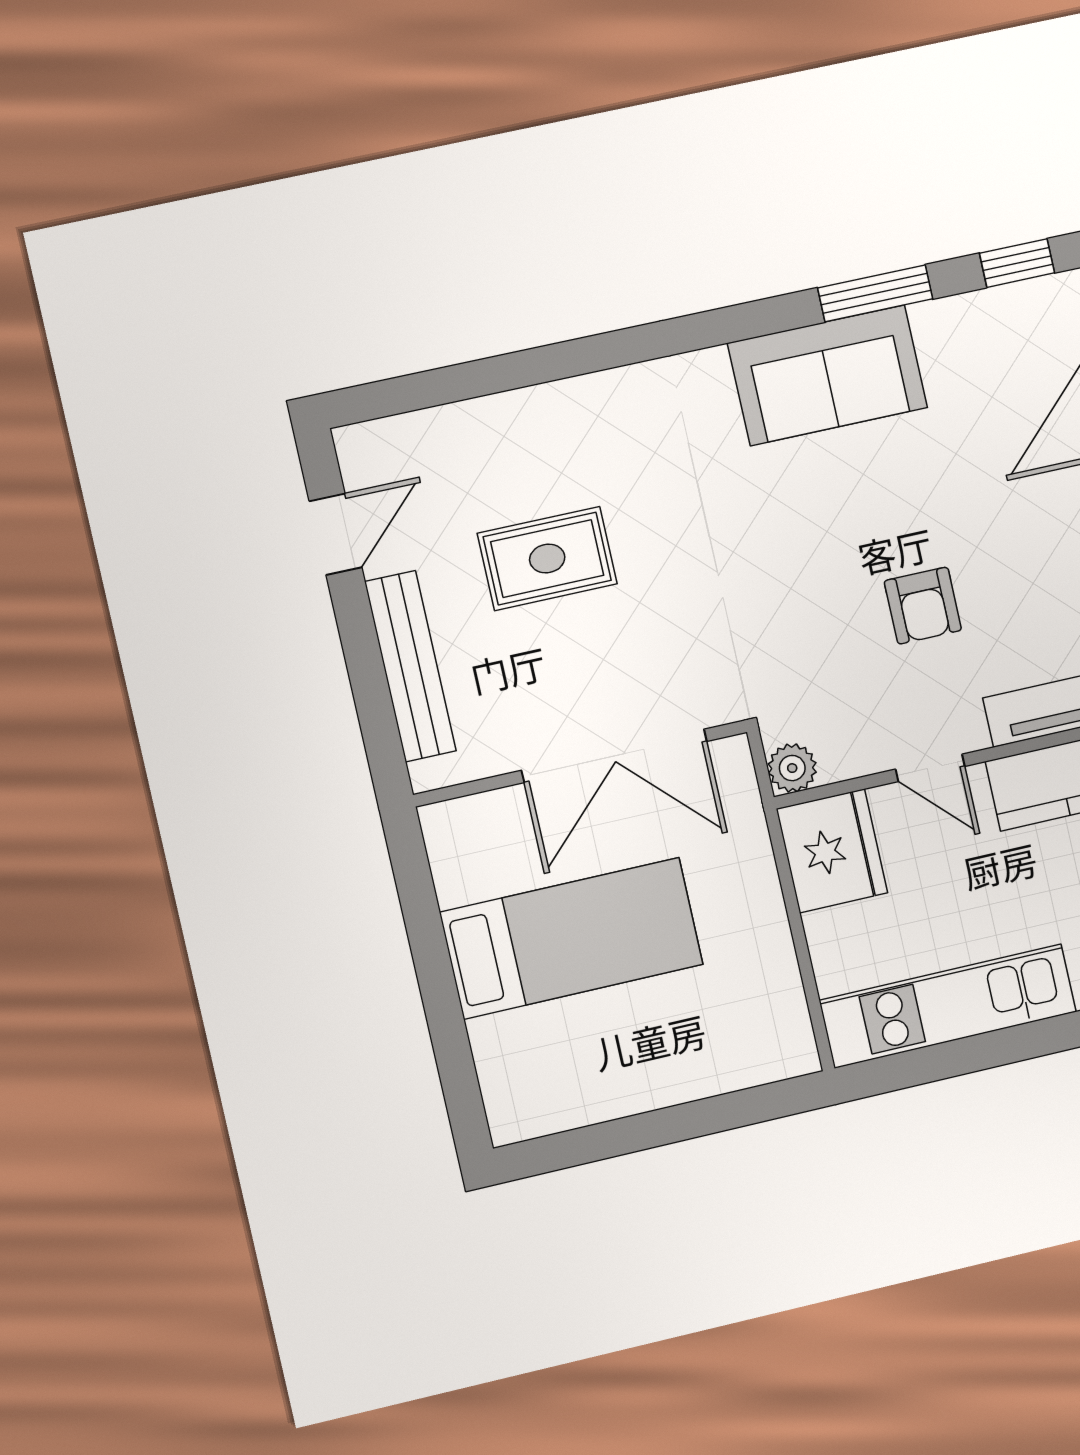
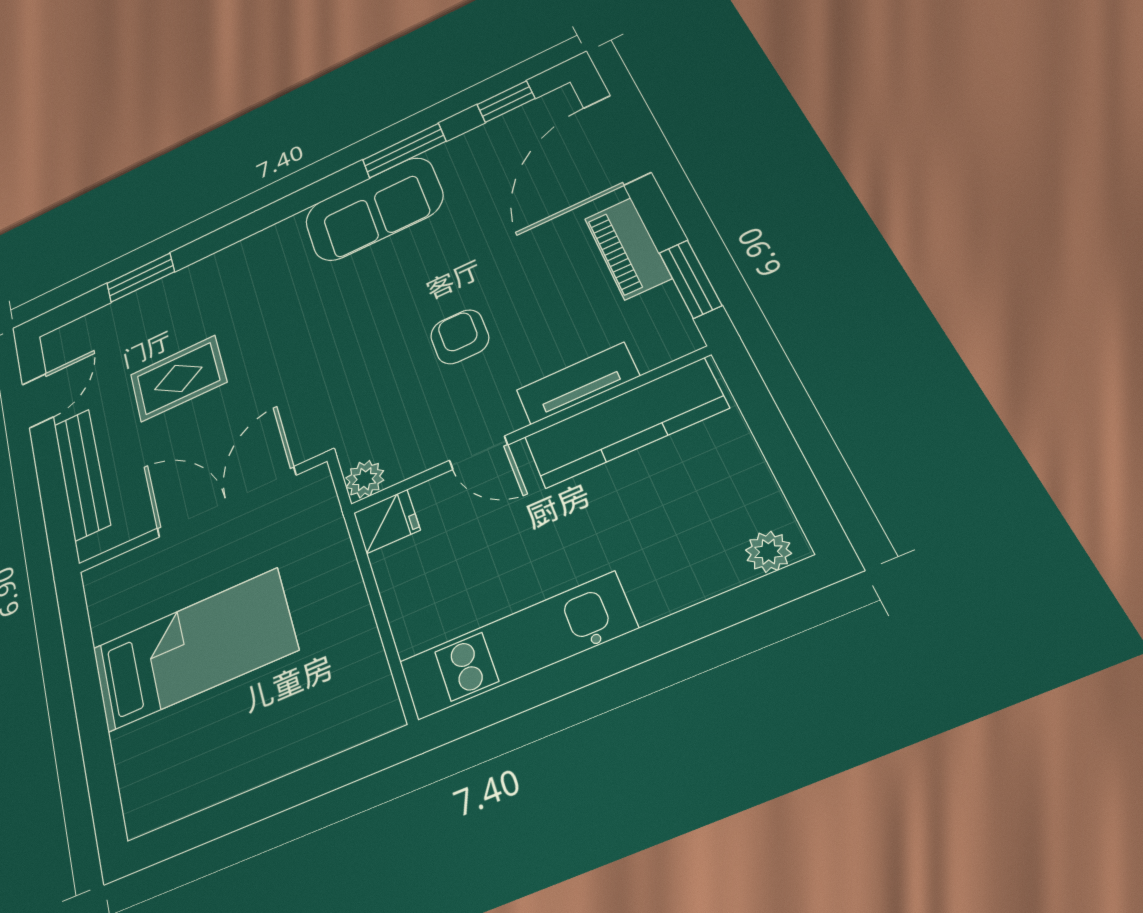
window: (487, 376) -> (141, 278), added
armchair: (923, 606) -> (460, 337), turned 180
double door: (614, 756) -> (226, 502), swing flipped
fridge: (832, 851) -> (387, 521), width x0.53, depth x0.75

